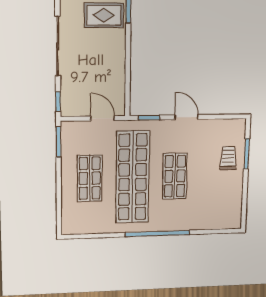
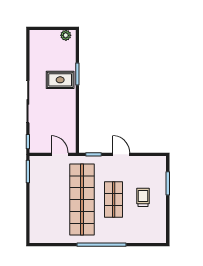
trolley: (228, 158) -> (143, 197), moved
shop shelf: (90, 178) -> (50, 200), removed

